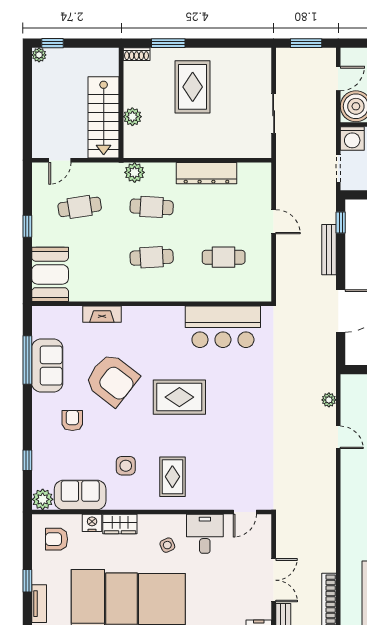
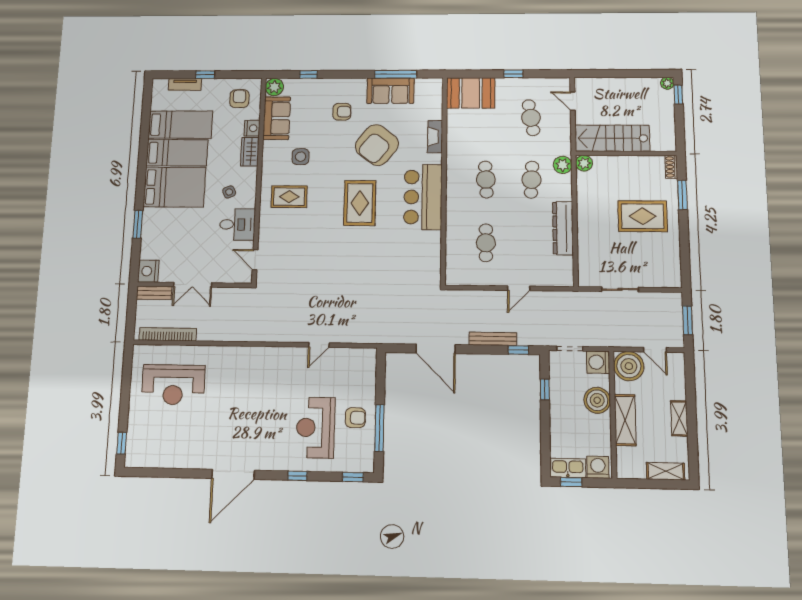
plant: (132, 117) -> (584, 163), moved
bar counter: (223, 327) -> (423, 197), moved
plant: (329, 400) -> (354, 337), removed

